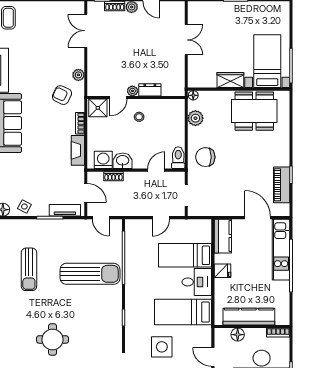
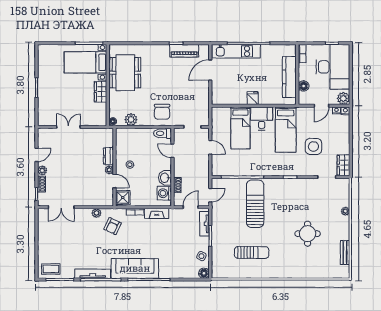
kitchen counter: (223, 236) -> (225, 98), removed

